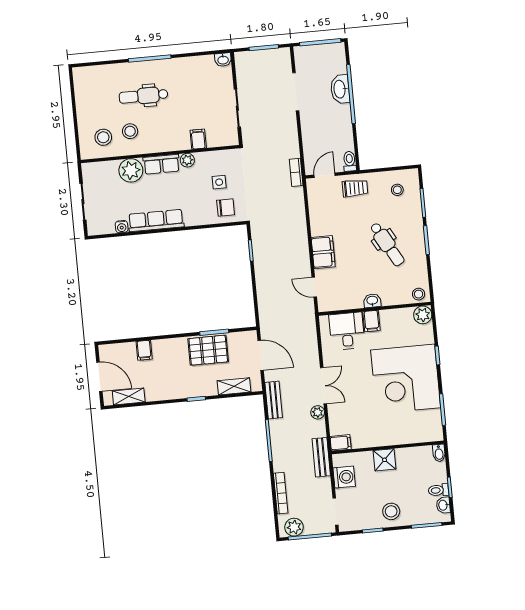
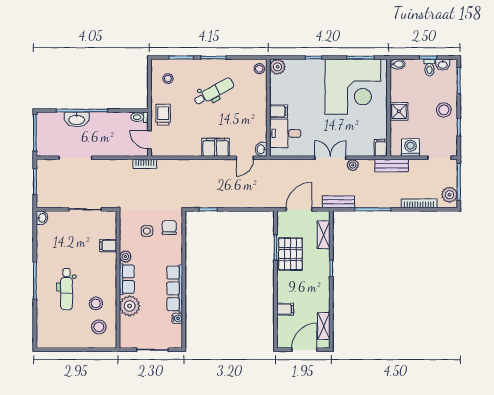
washbasin: (372, 301) -> (261, 149), moved
corner desk: (406, 379) -> (353, 87), moved

